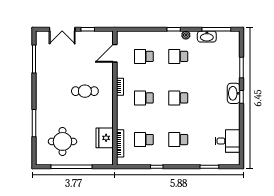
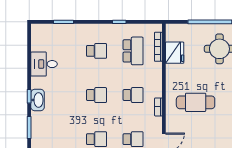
cafe table: (85, 91) -> (196, 102), width x1.37, depth x1.35
school desk: (144, 140) -> (133, 51), width x1.85
desk: (228, 141) -> (44, 64), moved

